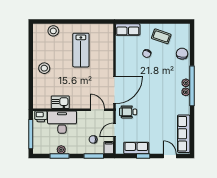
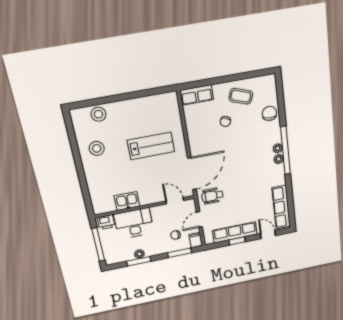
lab bench: (81, 50) -> (151, 146), moved, turned -90
stool: (44, 68) -> (97, 148), moved
row of seats: (136, 148) -> (235, 232), width x1.48

